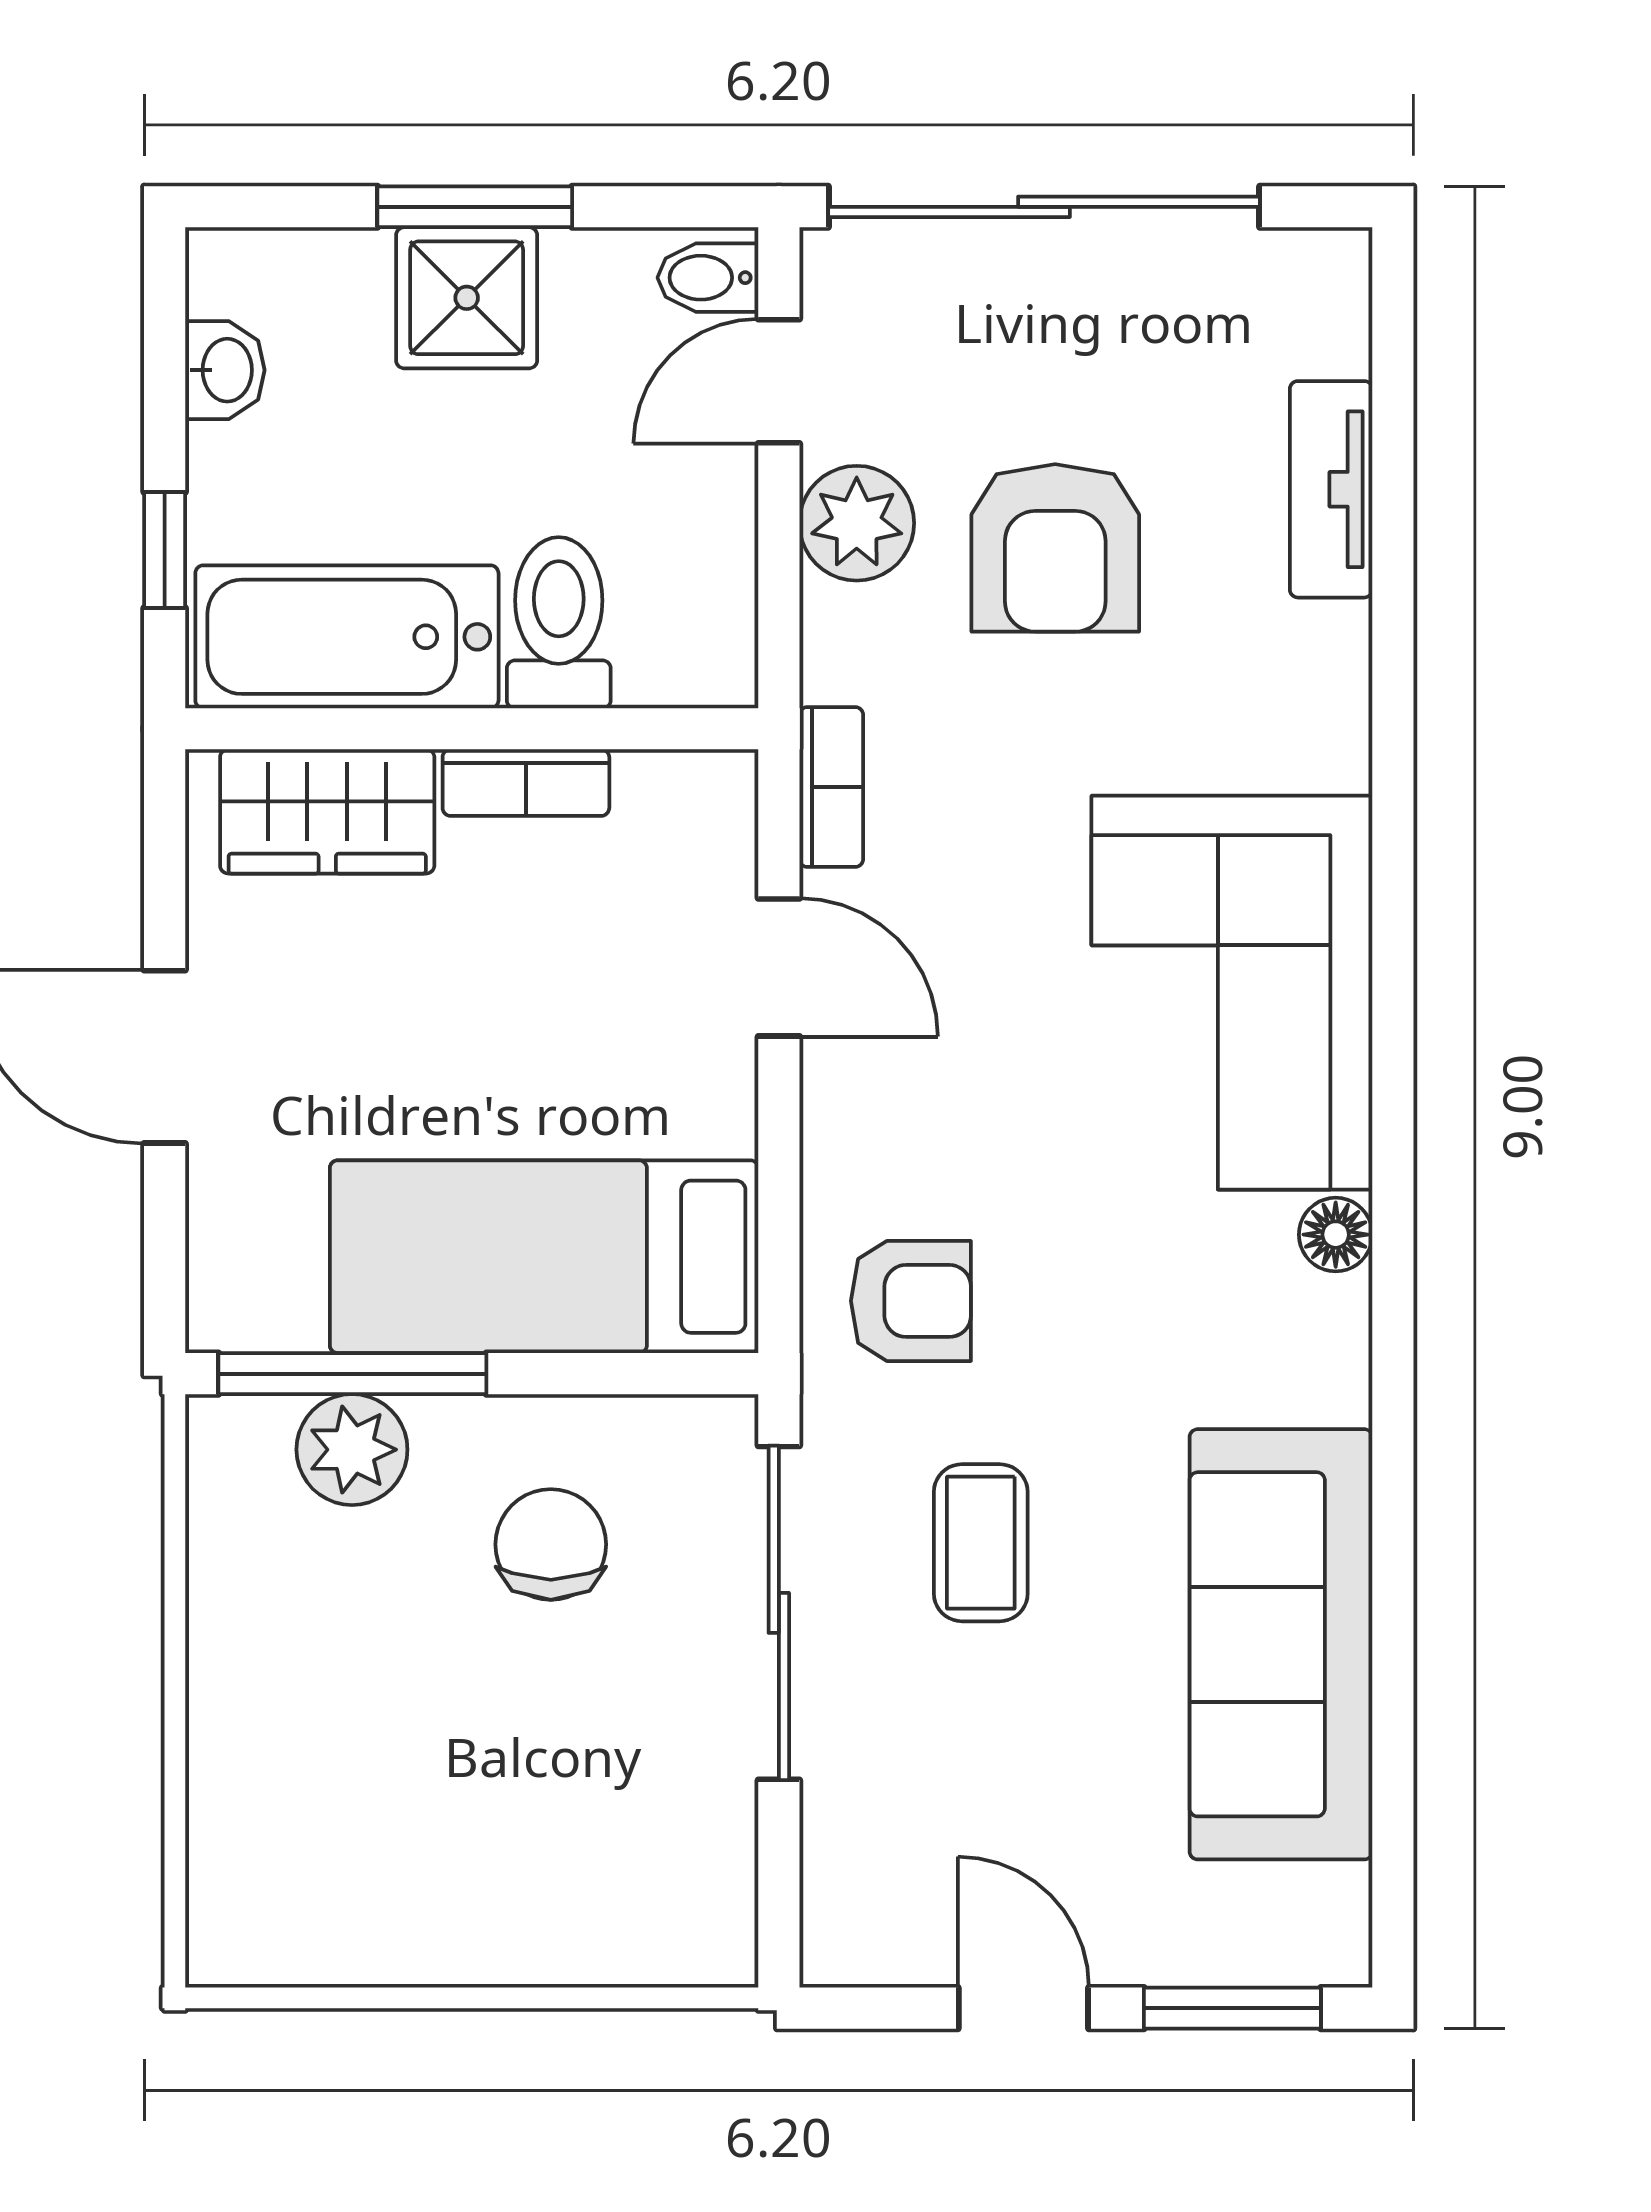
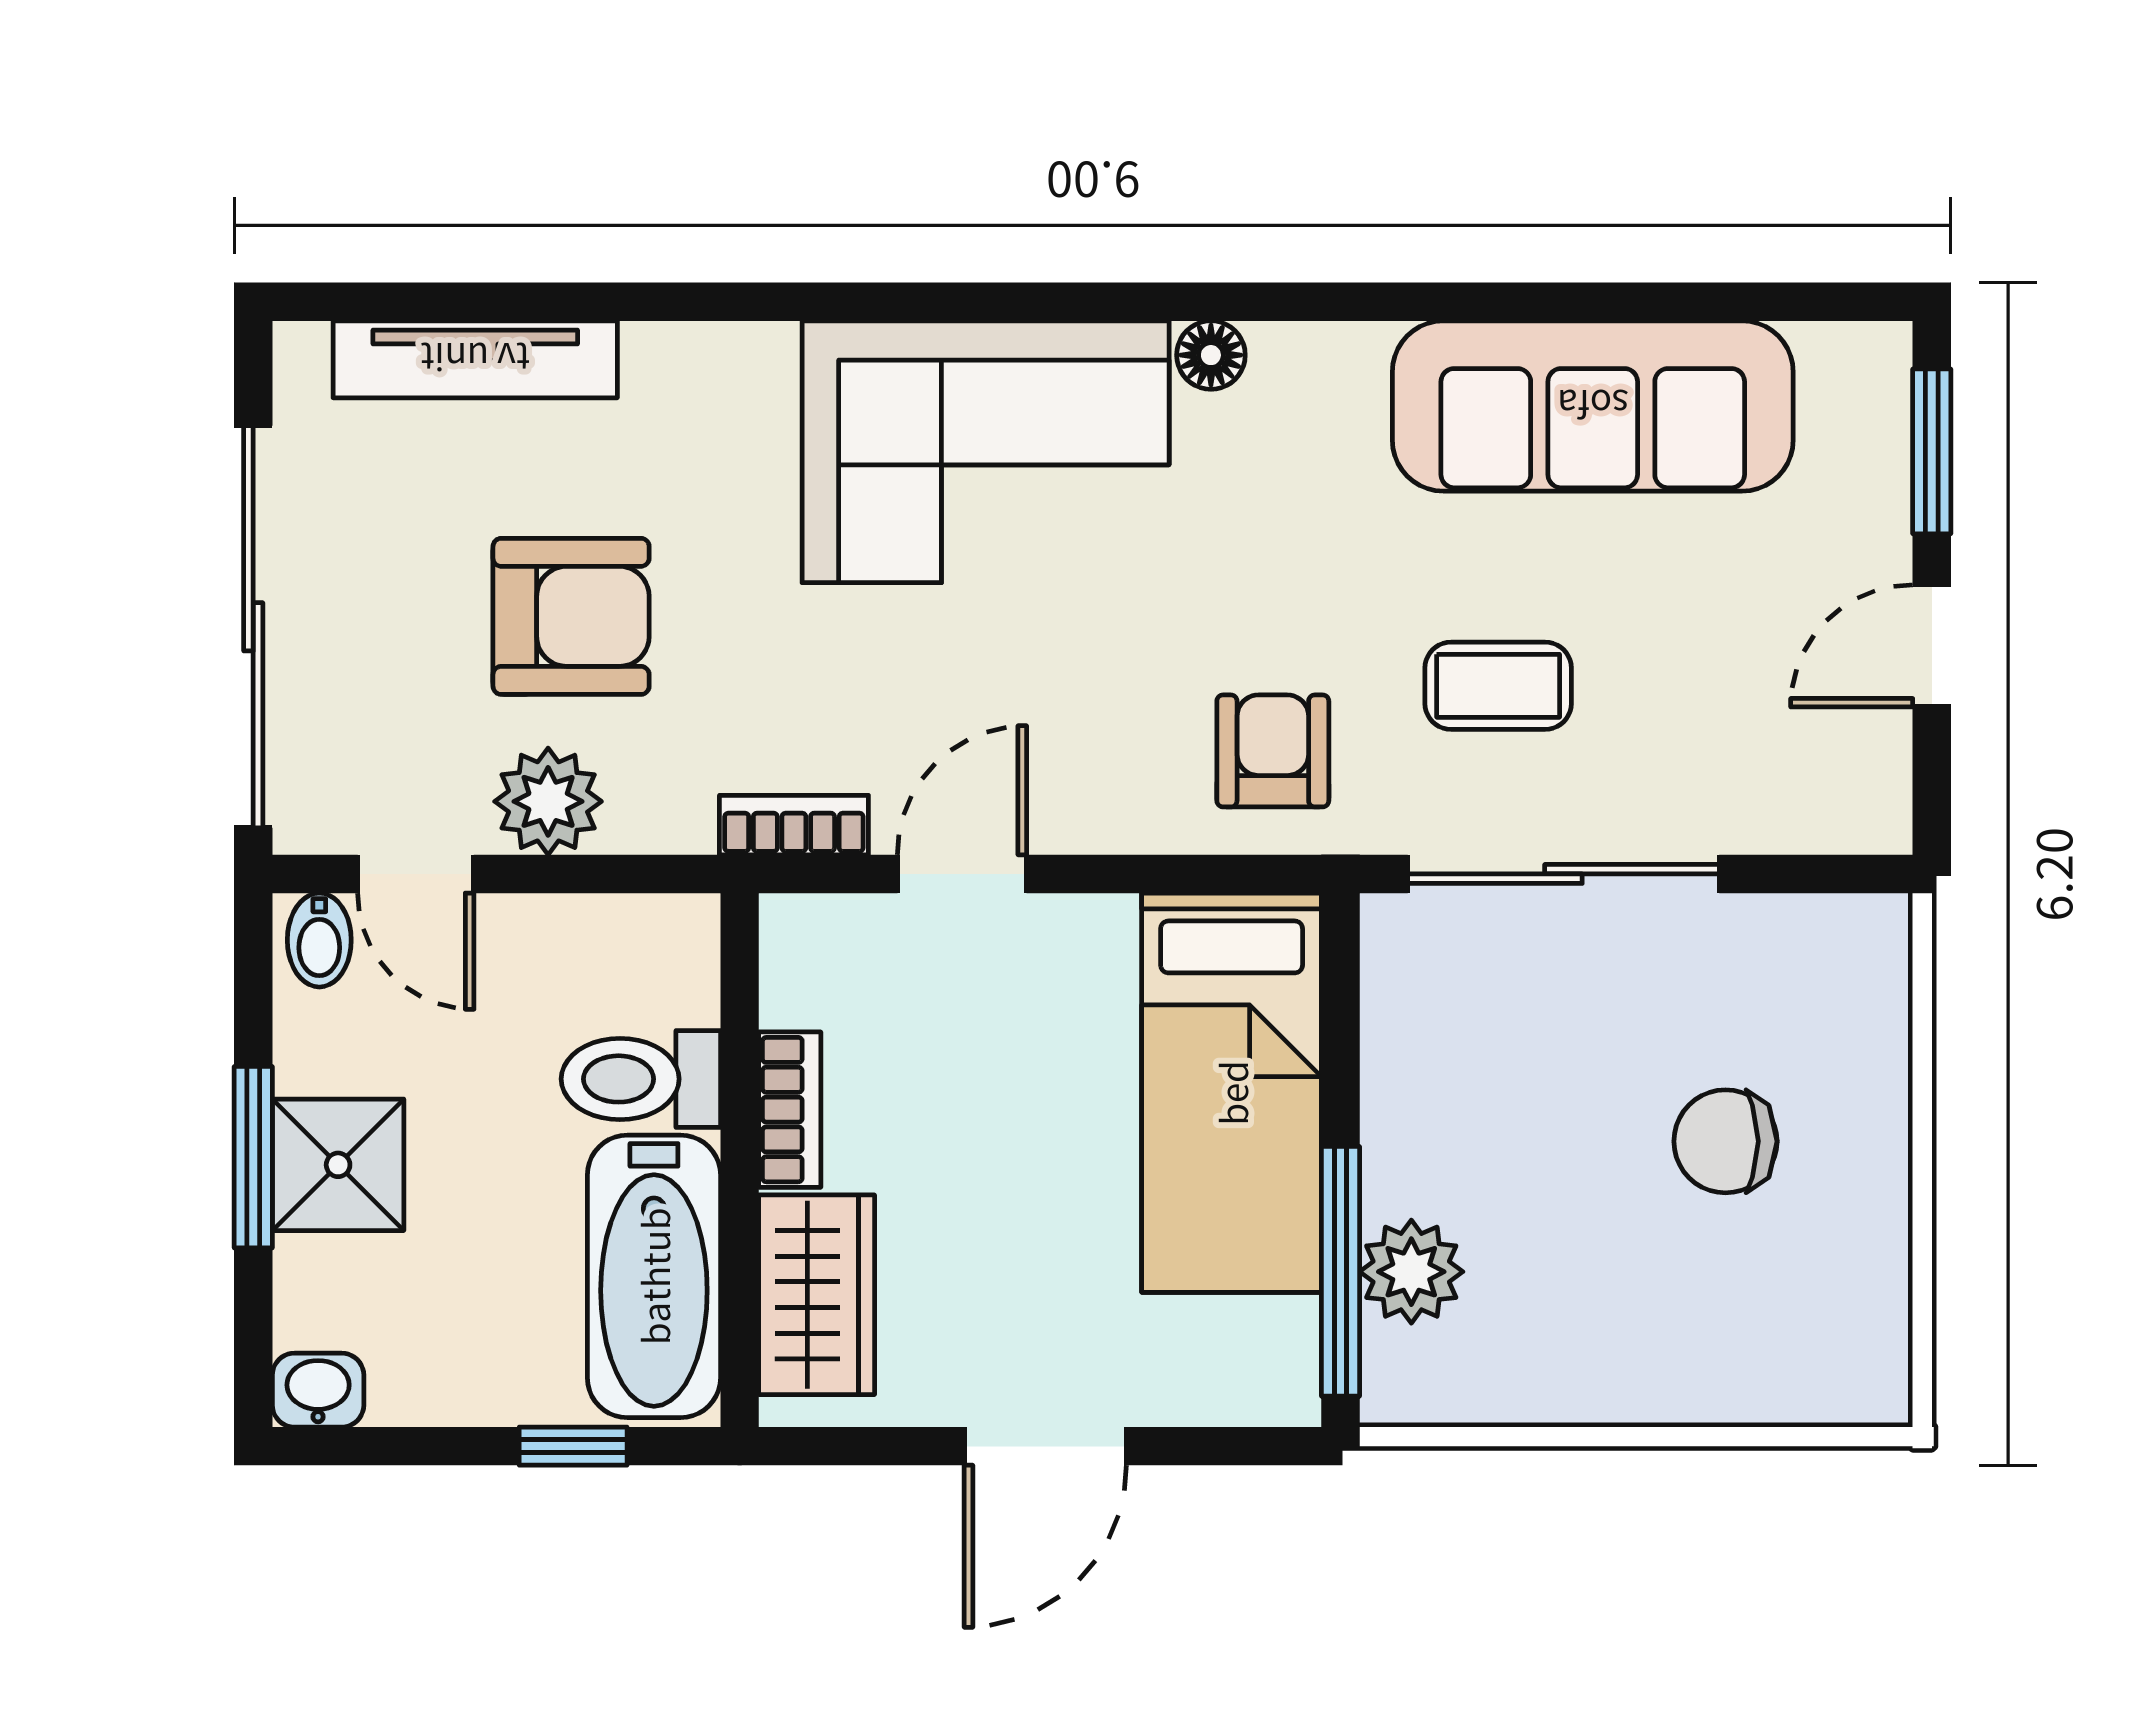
washbasin: (225, 370) -> (318, 1390), moved
tv unit: (1331, 489) -> (475, 359), width x1.41
chair: (551, 1544) -> (1725, 1141), moved

